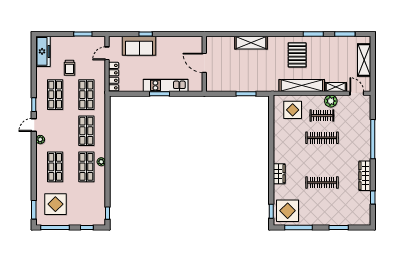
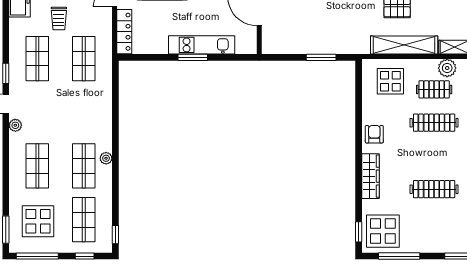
shop shelf: (86, 131) -> (84, 220), moved
armchair: (282, 146) -> (374, 134), added
wardrobe: (279, 174) -> (370, 176), width x1.50

